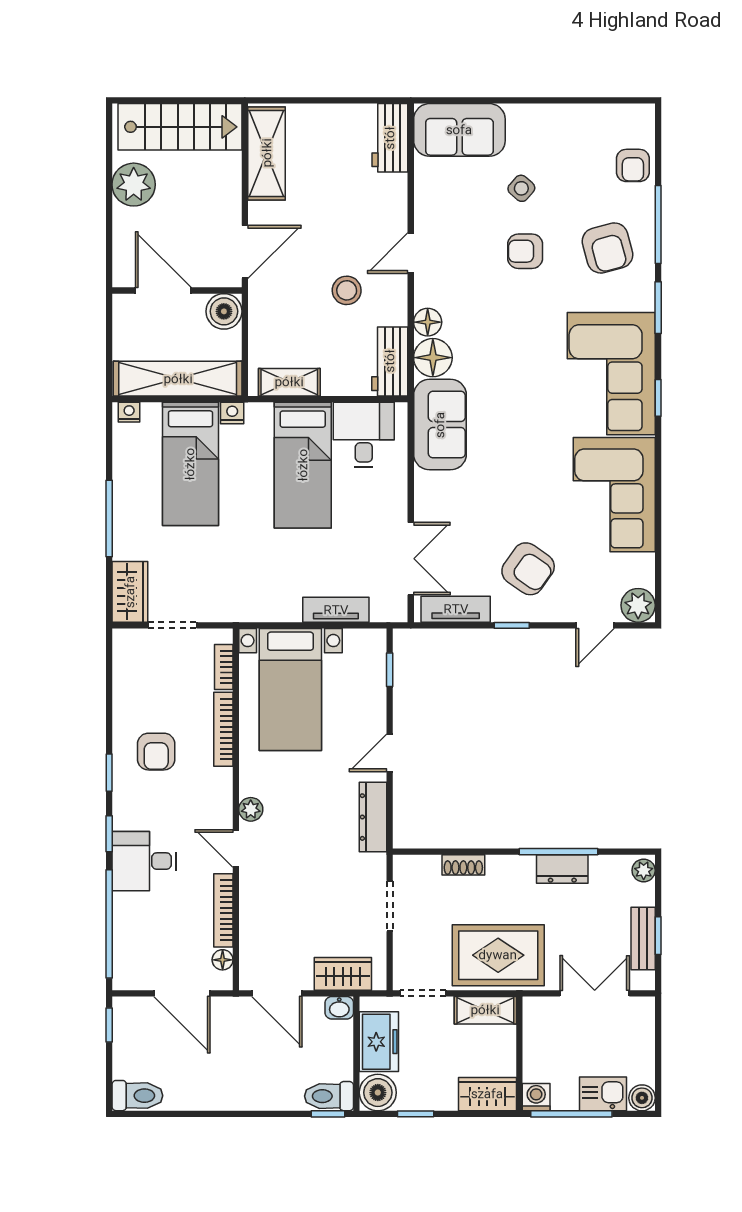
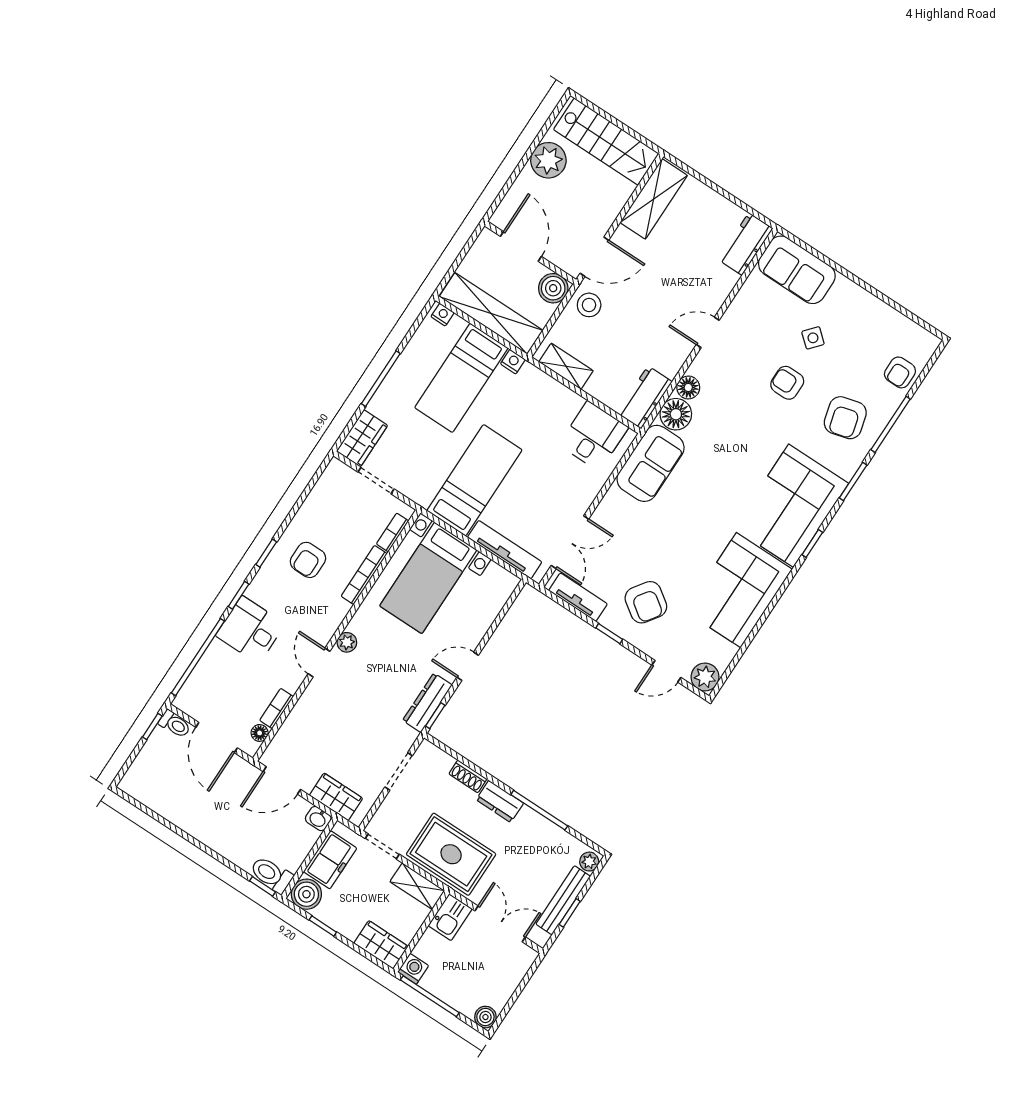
stool: (347, 290) -> (589, 305), moved
bed: (303, 465) -> (474, 480), moved, turned 180
tv unit: (336, 610) -> (505, 550), width x1.41
window: (390, 670) -> (435, 716), moved
dresser: (562, 869) -> (500, 801), moved
bookcase: (223, 910) -> (277, 708), width x0.64
bench: (643, 939) -> (563, 900), width x1.36
door: (277, 993) -> (282, 780), hinge flipped
kitchen sink: (603, 1094) -> (450, 917), moved, turned 90
toilet: (137, 1096) -> (175, 724), moved, width x0.73, depth x0.72

